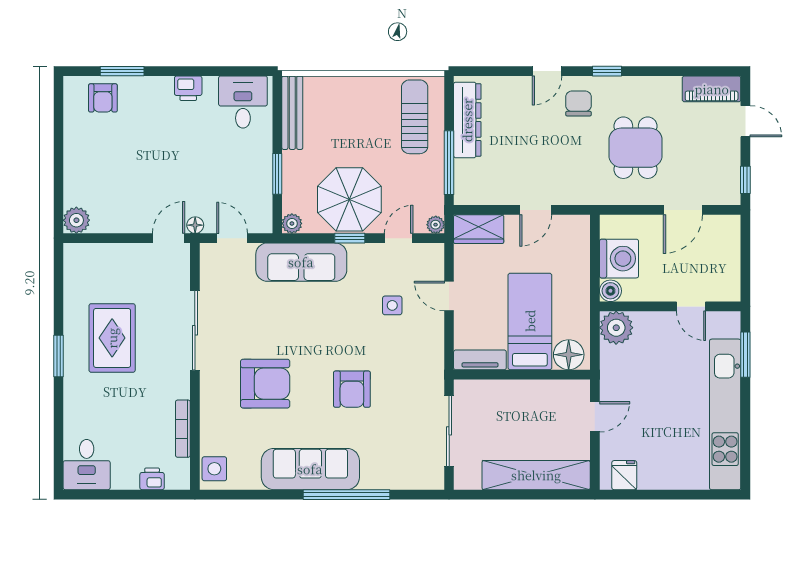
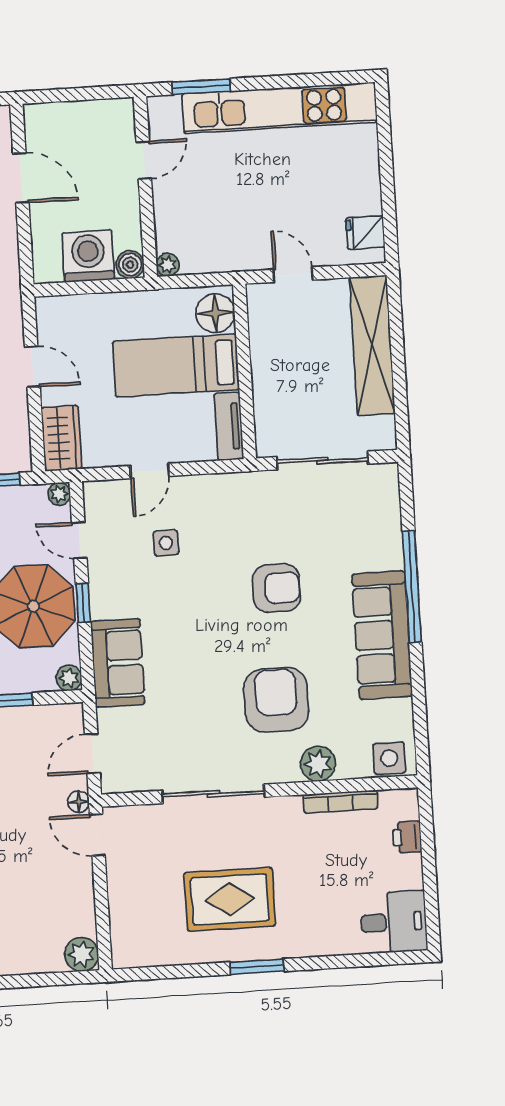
sofa: (301, 262) -> (118, 663), width x0.73
plant: (616, 328) -> (168, 265), width x0.53, depth x0.53
plant: (213, 413) -> (318, 764), added

